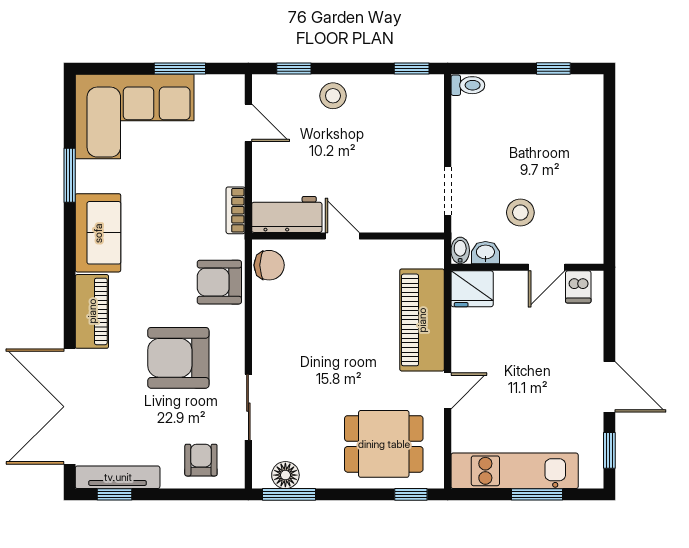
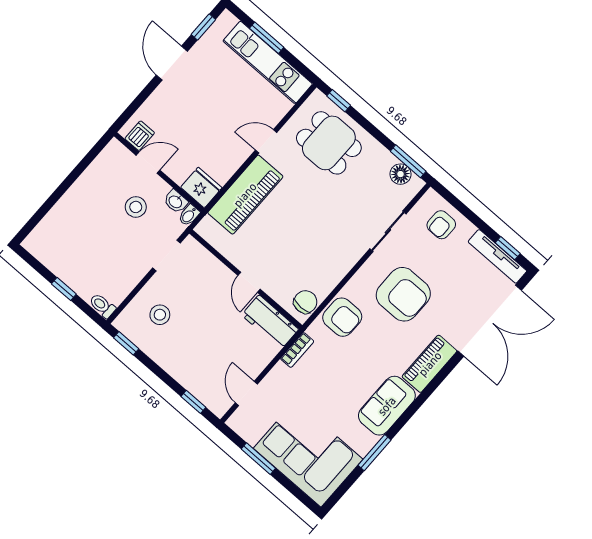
window: (553, 69) -> (64, 289), moved
stool: (333, 96) -> (160, 315), moved
chair: (269, 265) -> (305, 302), turned 90

